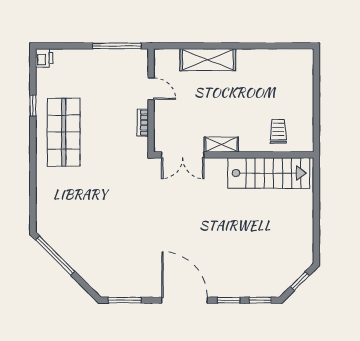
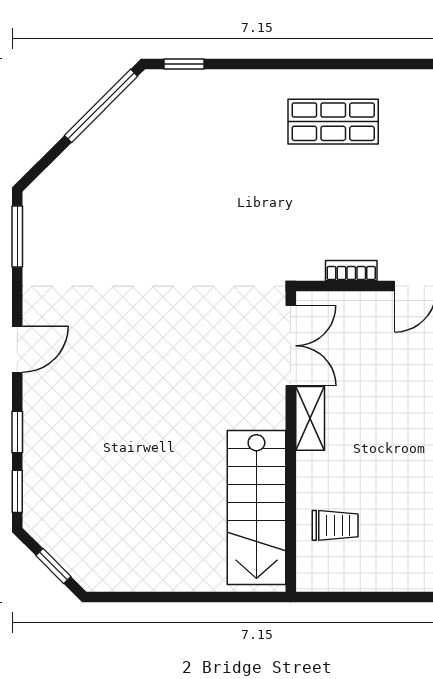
window: (33, 105) -> (184, 64), moved
shop shelf: (64, 132) -> (333, 122), width x0.70, depth x0.74
double door: (183, 155) -> (291, 346), swing flipped
door: (185, 300) -> (17, 349), width x0.53

